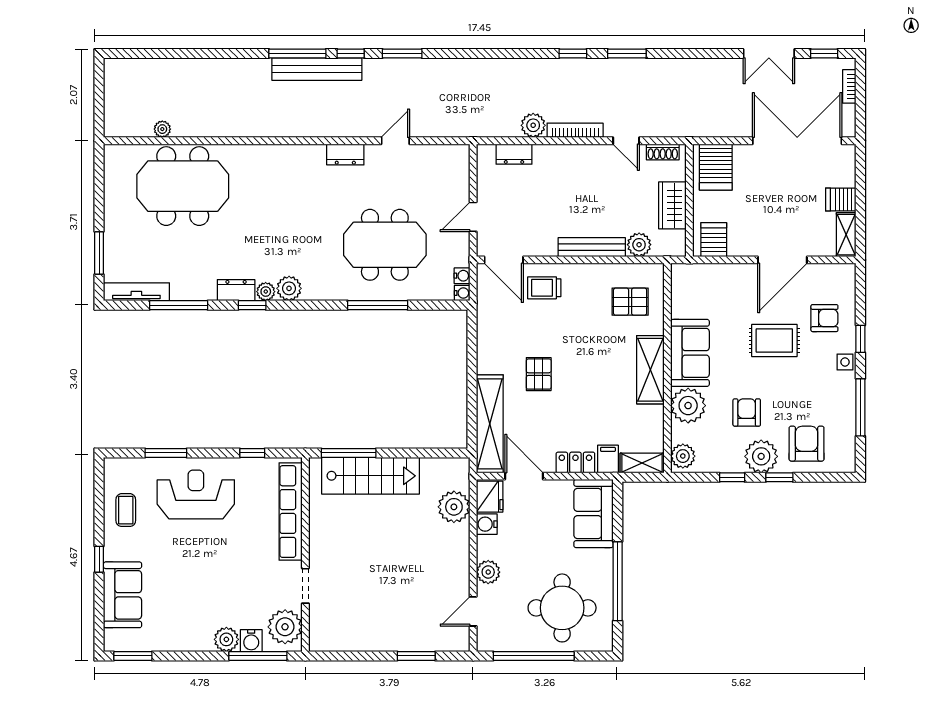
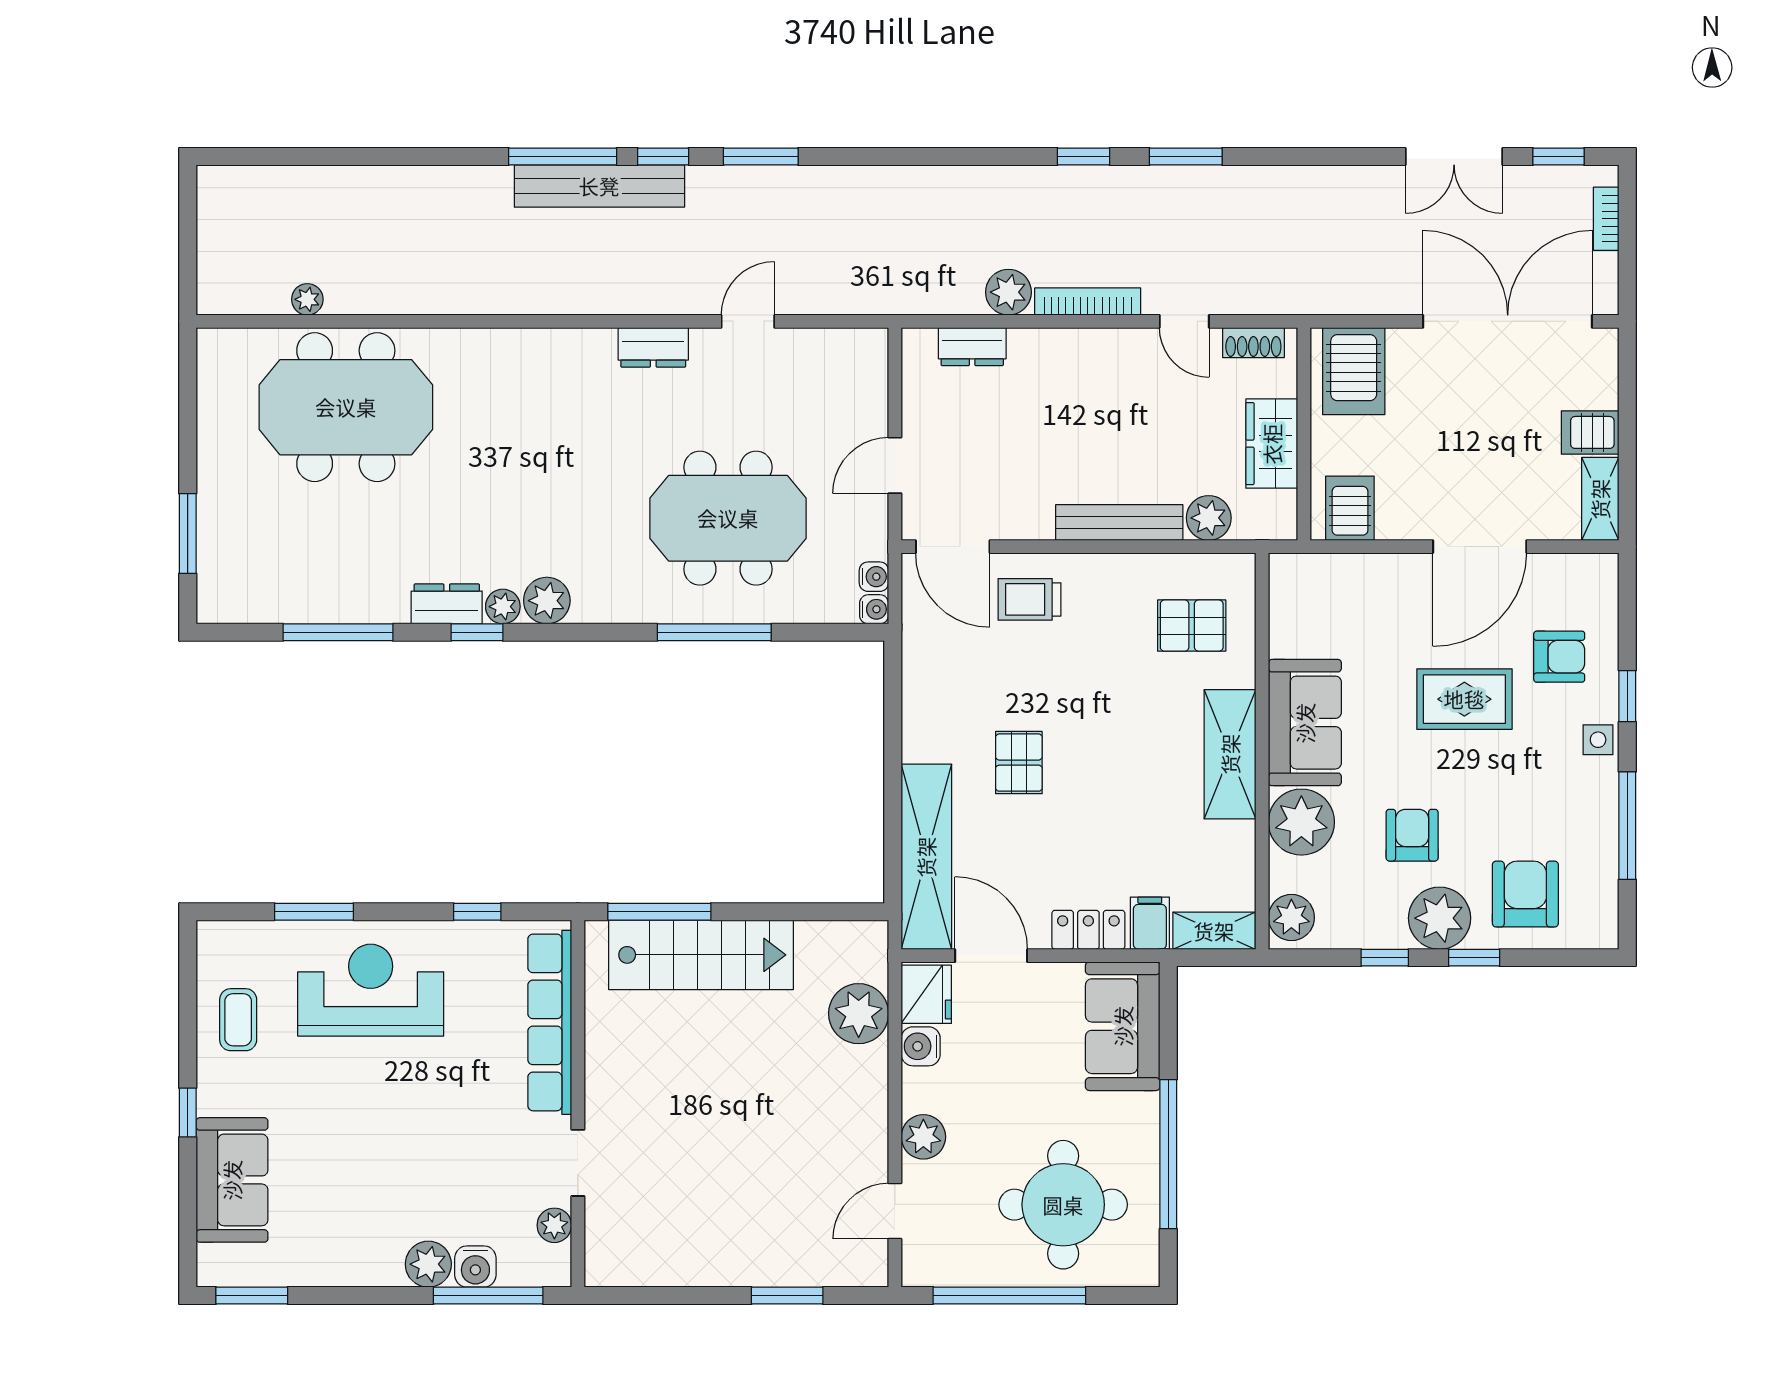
tv unit: (136, 292) -> (258, 607), removed
plant: (285, 627) -> (554, 1225), width x0.53, depth x0.53

